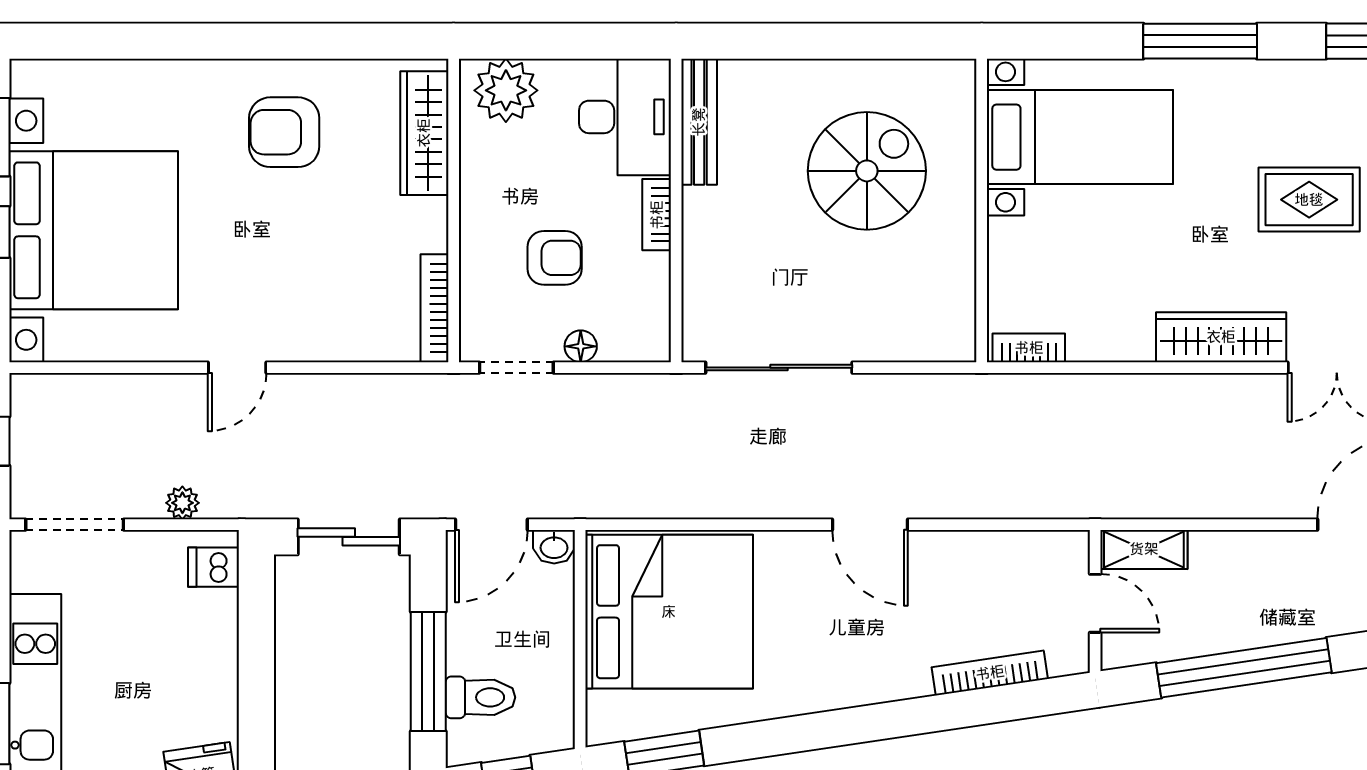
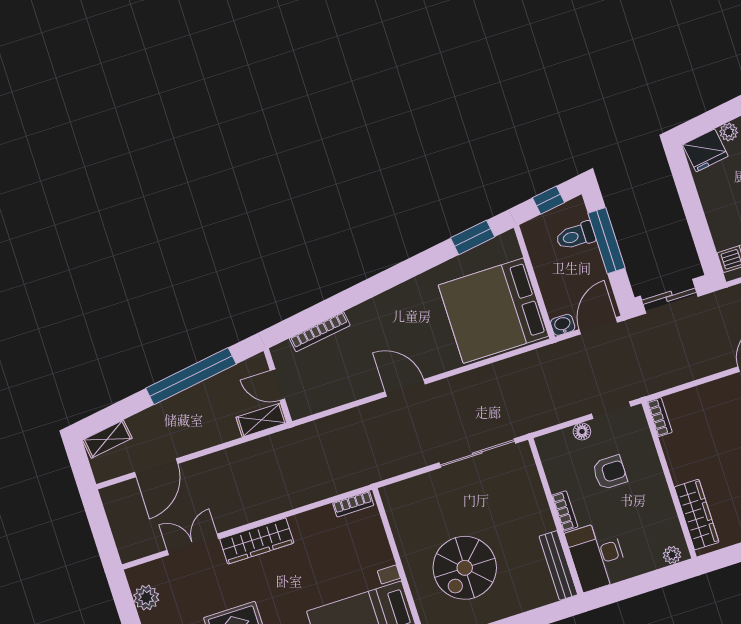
plant: (506, 90) -> (672, 555), width x0.53, depth x0.53
armchair: (555, 258) -> (610, 472), turned 180
bookcase: (434, 308) -> (660, 417), width x0.64

